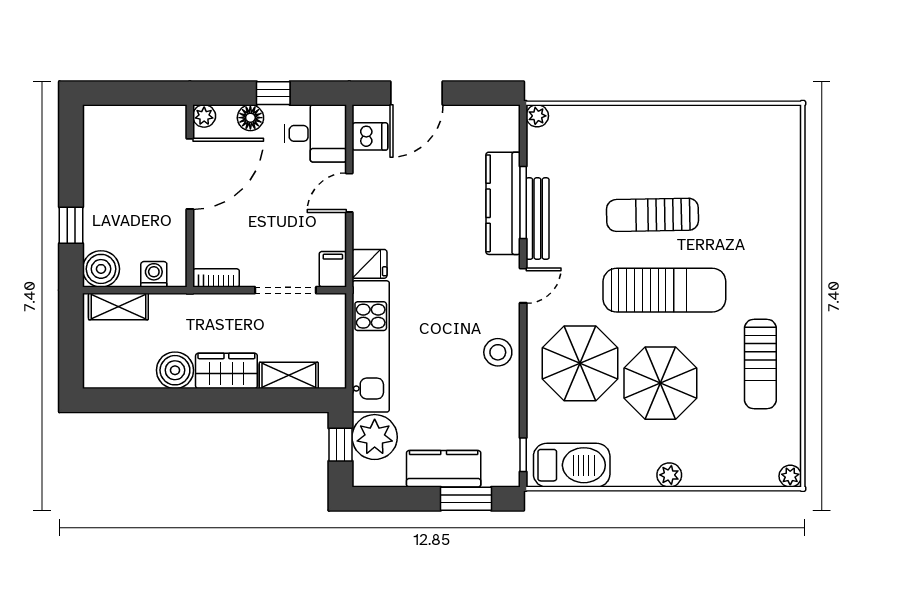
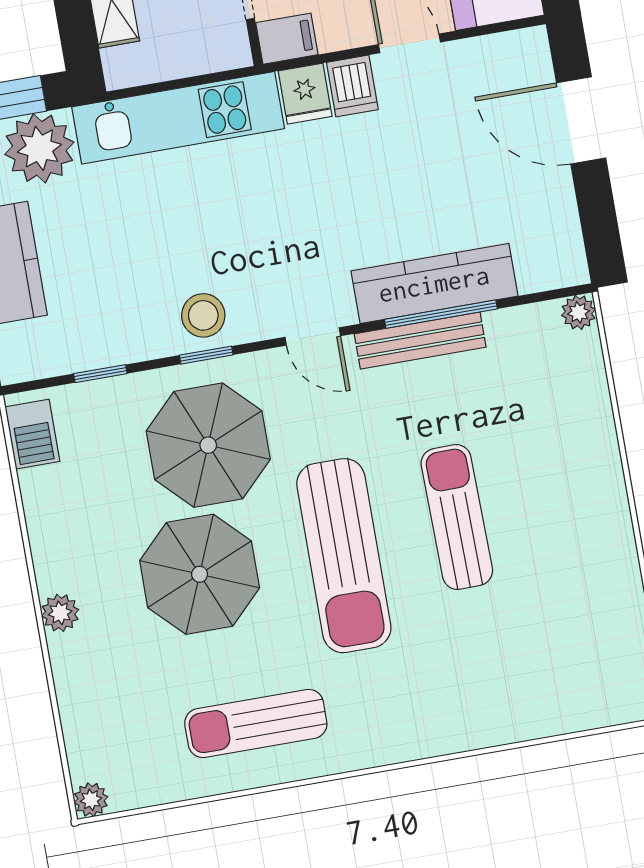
dishwasher: (370, 136) -> (352, 86), moved
window: (523, 355) -> (206, 355), added
window: (523, 455) -> (100, 374), moved
barbecue: (572, 465) -> (32, 434), width x0.53, depth x0.65

